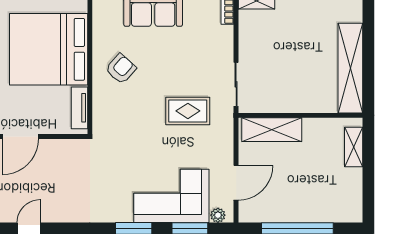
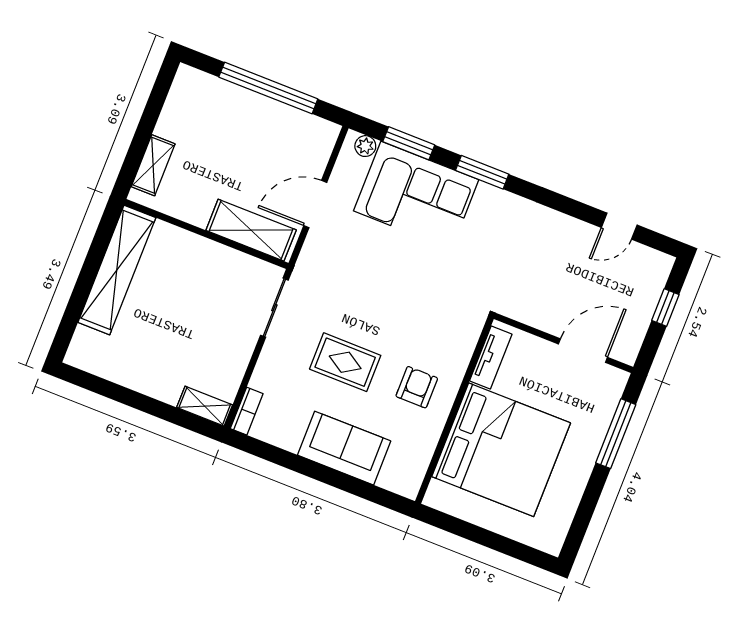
armchair: (121, 69) -> (417, 387), turned 138
rug: (188, 111) -> (345, 362), moved
door: (236, 183) -> (315, 204), moved

